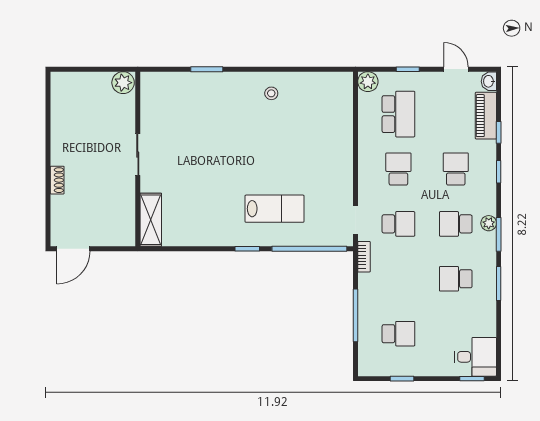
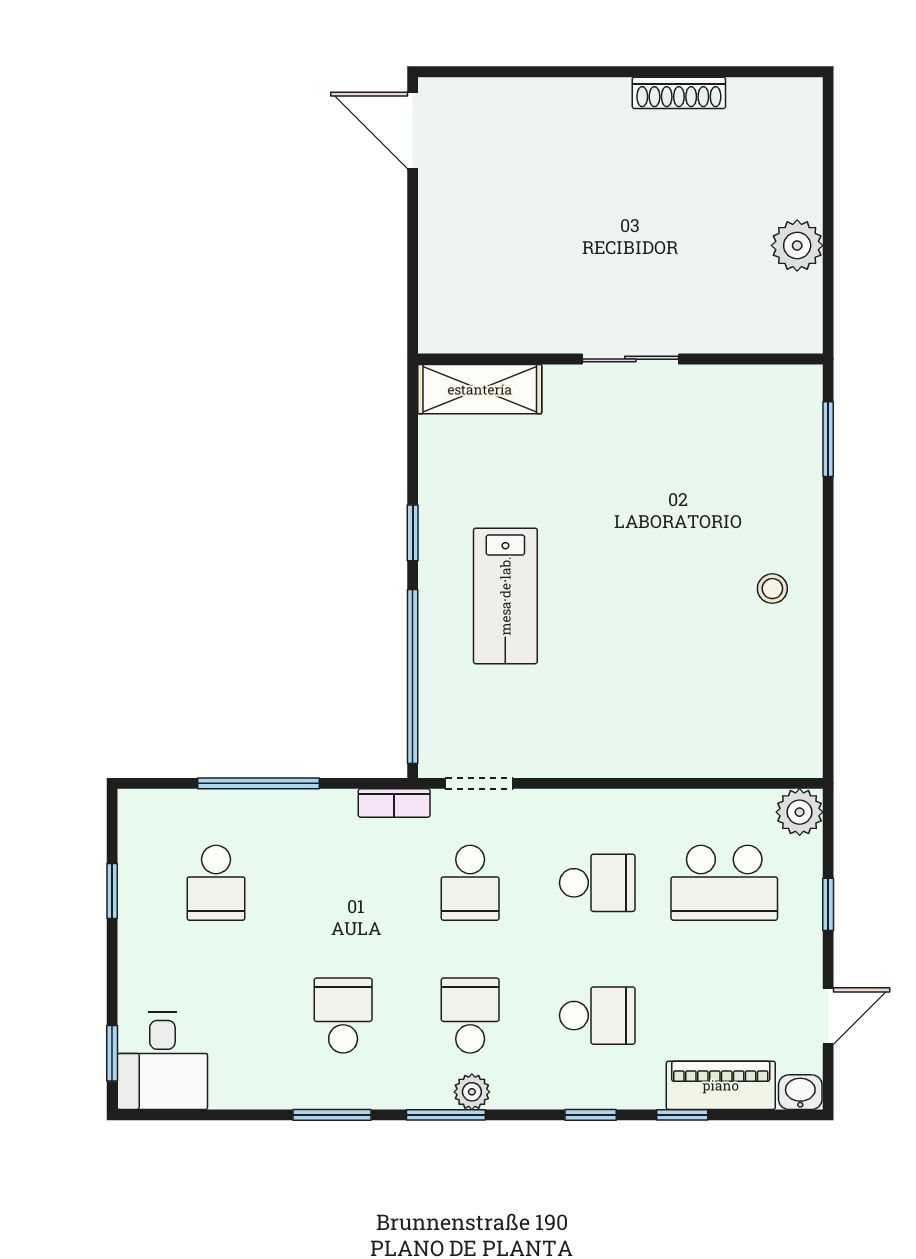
sliding door: (138, 155) -> (630, 359), moved
wall: (138, 159) -> (620, 359), moved
shoe rack: (57, 180) -> (679, 93), moved, width x1.43
shelving: (151, 220) -> (480, 389), moved

